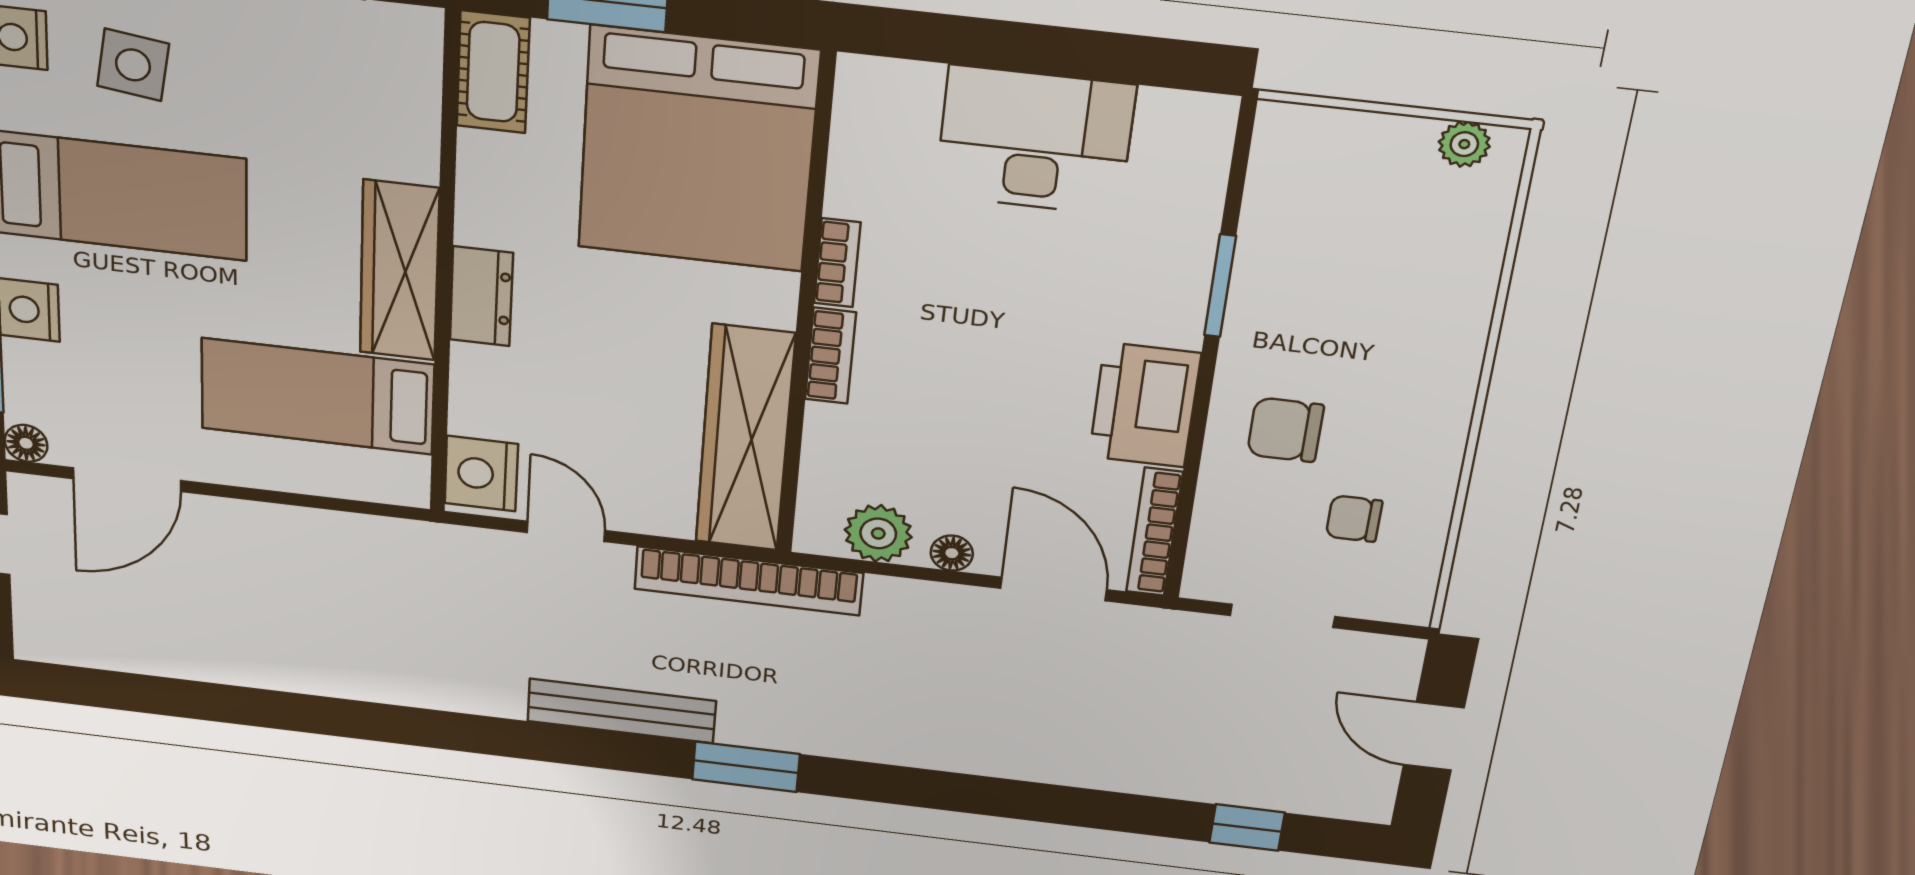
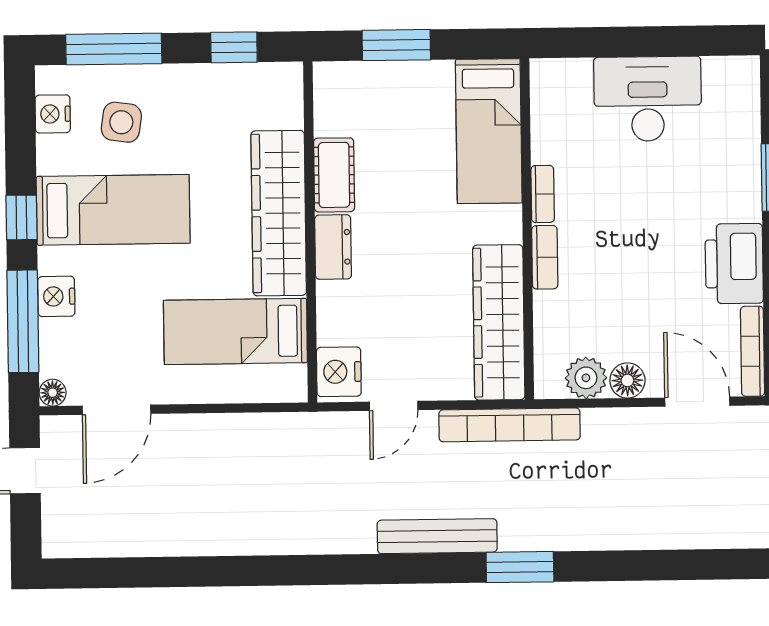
cot: (493, 72) -> (334, 175), moved
bed: (698, 150) -> (489, 131), width x0.49
wardrobe: (399, 271) -> (279, 213), width x1.40, depth x1.17
door: (566, 531) -> (394, 406), swing flipped
floor lamp: (952, 553) -> (627, 380), width x1.37, depth x1.37

